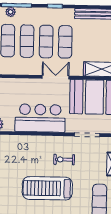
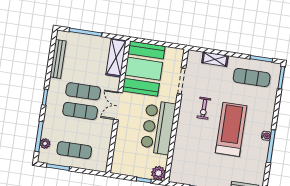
exercise mat: (27, 41) -> (77, 131), removed
treadmill: (47, 188) -> (231, 129), turned 180

